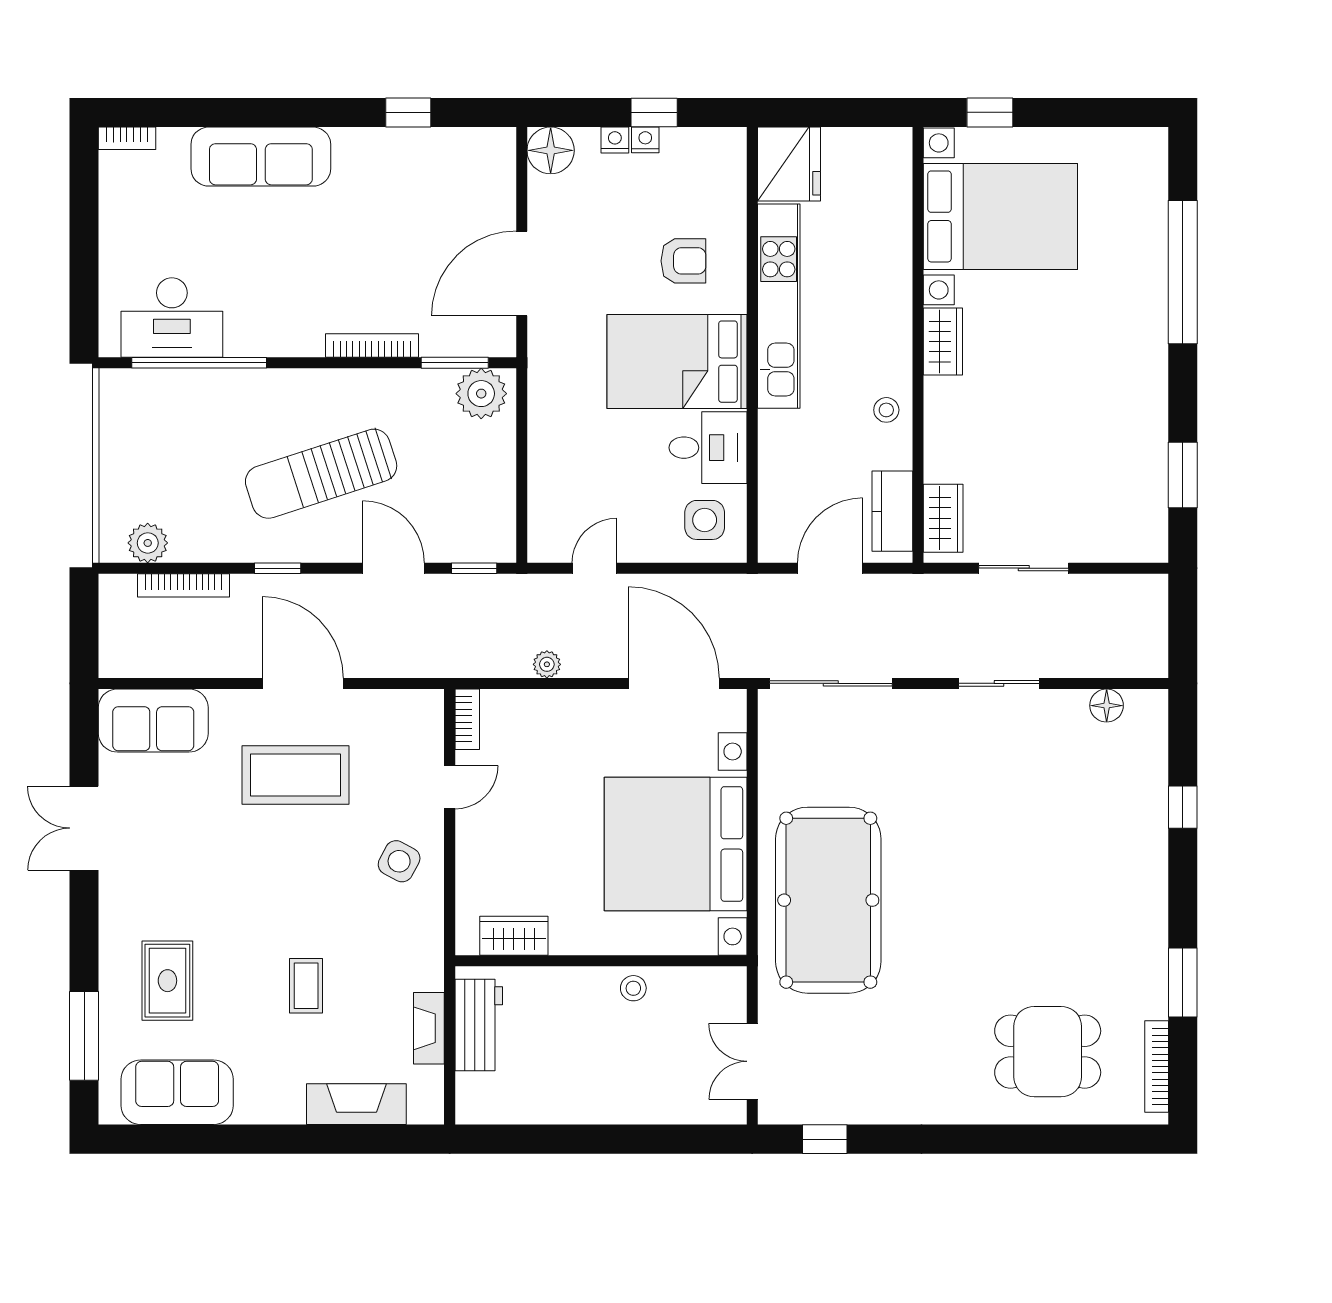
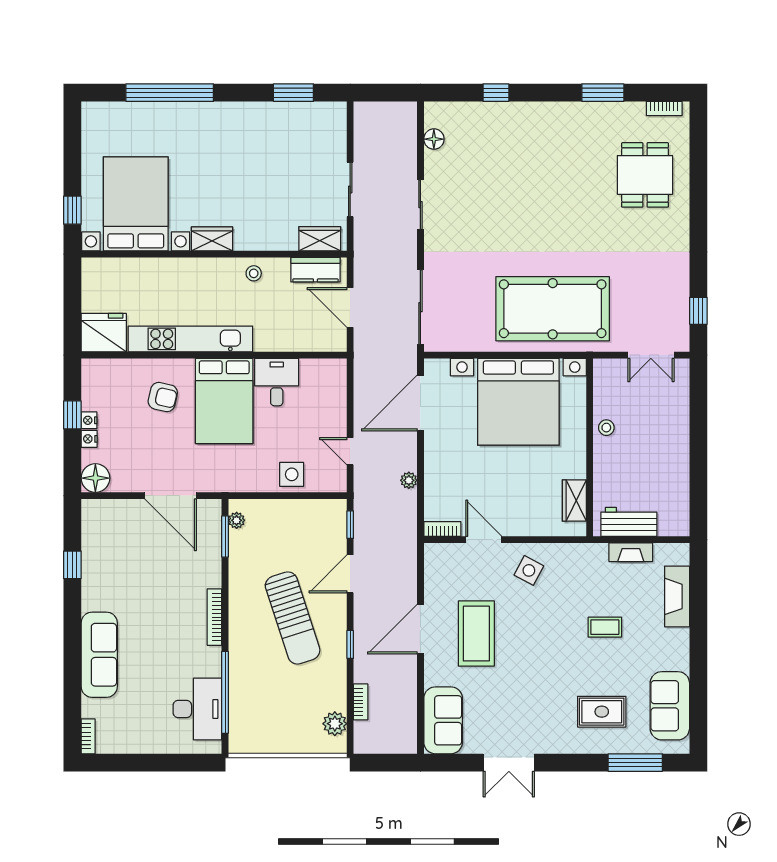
armchair: (683, 261) -> (163, 397), turned 103
bookcase: (372, 346) -> (214, 617), moved
plant: (481, 394) -> (237, 520), width x0.53, depth x0.53
side table: (705, 520) -> (292, 474), moved
bookcase: (183, 585) -> (361, 702), width x0.64
door: (450, 787) -> (484, 540), width x1.38
bookcase: (1157, 1067) -> (664, 109), width x0.64

